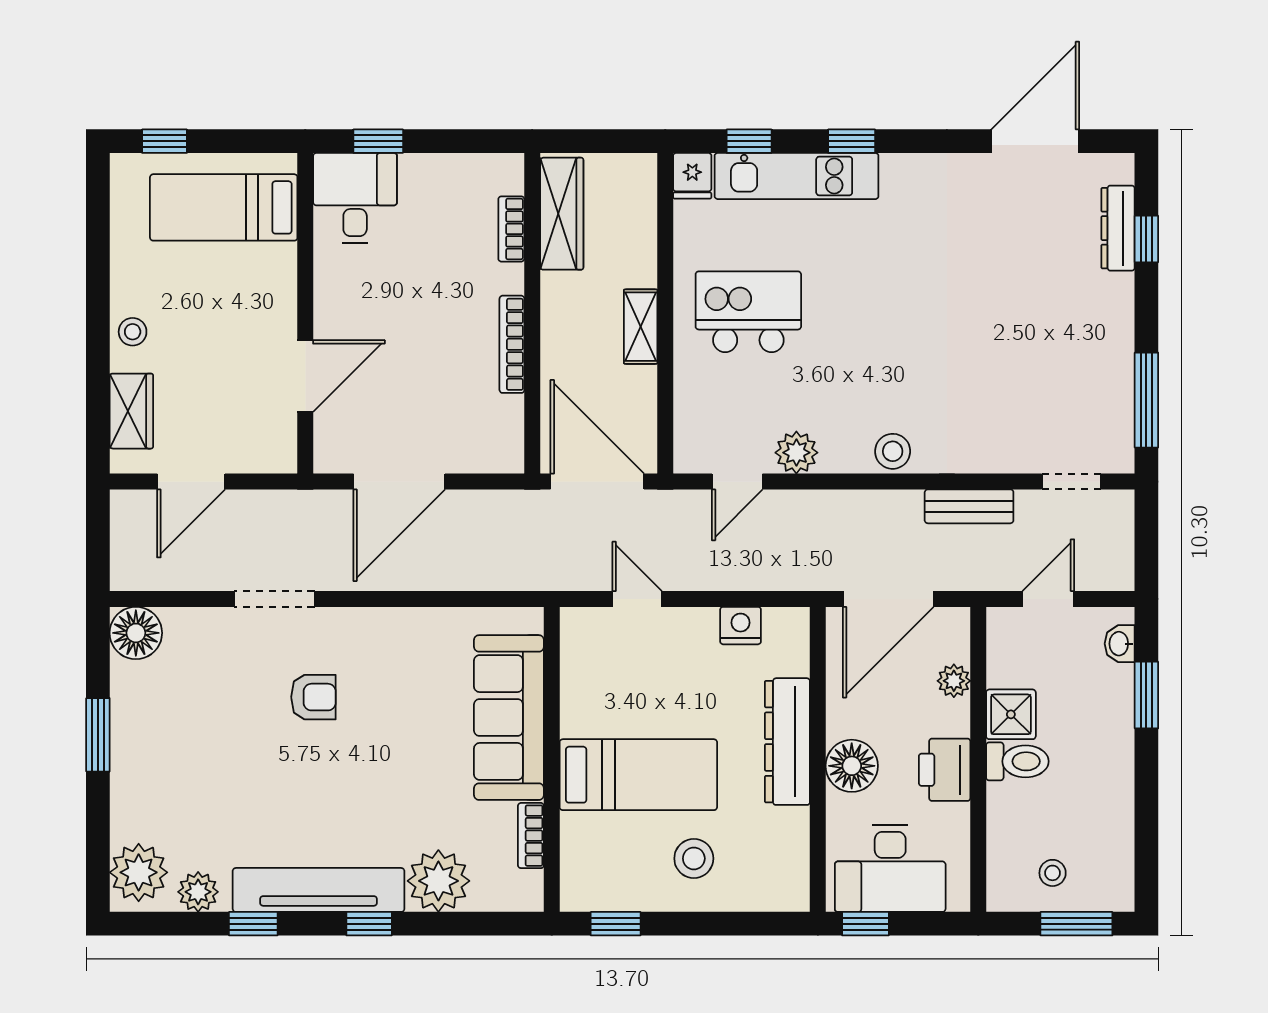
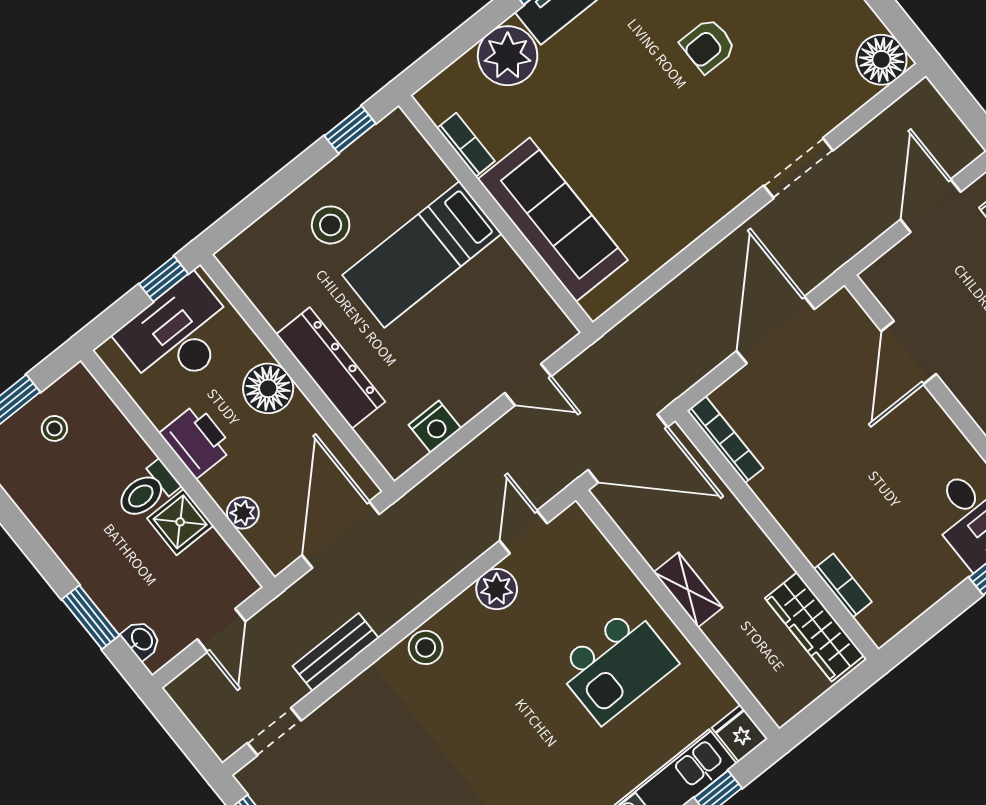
bookcase: (512, 344) -> (725, 440), moved
armchair: (313, 697) -> (708, 46), moved

